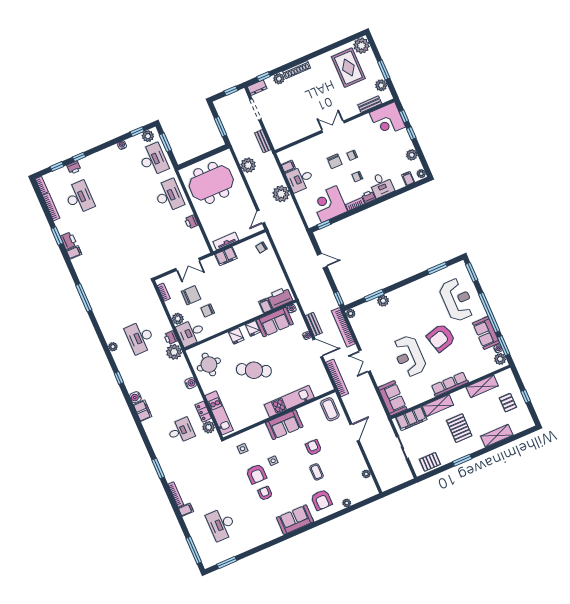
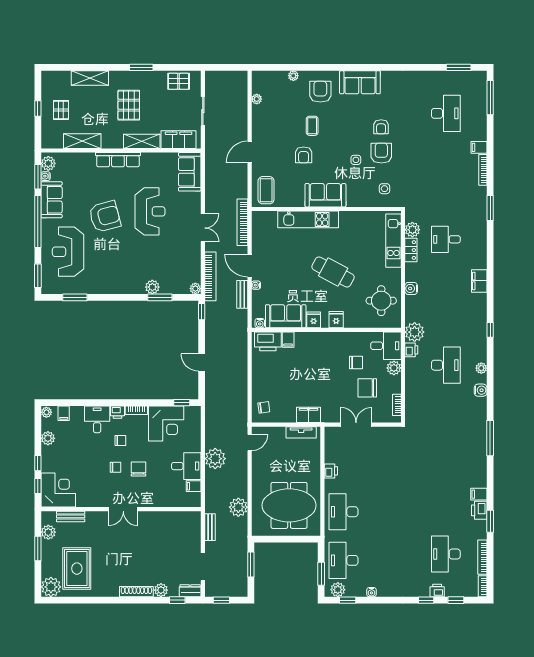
water cooler: (136, 397) -> (481, 390), moved

